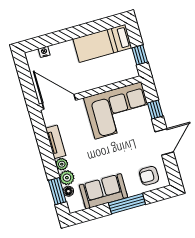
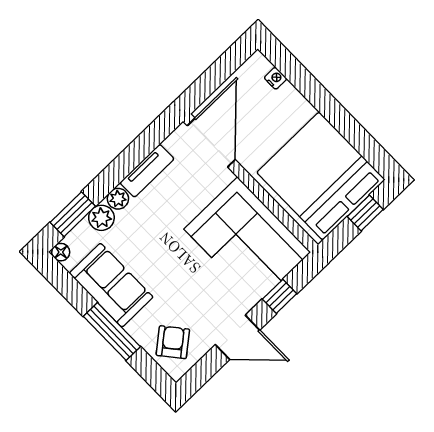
bed: (102, 43) -> (321, 176), width x2.04
window: (140, 55) -> (365, 213), moved
armchair: (149, 176) -> (173, 342), turned 51
floor lamp: (68, 191) -> (61, 252), moved

